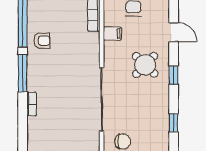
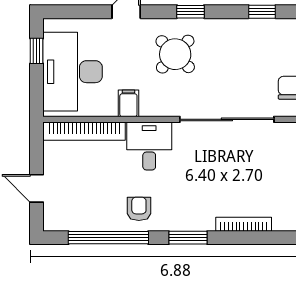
desk: (84, 47) -> (149, 146), added
window: (23, 73) -> (188, 238), width x0.69
bookcase: (32, 104) -> (244, 224), width x1.56

